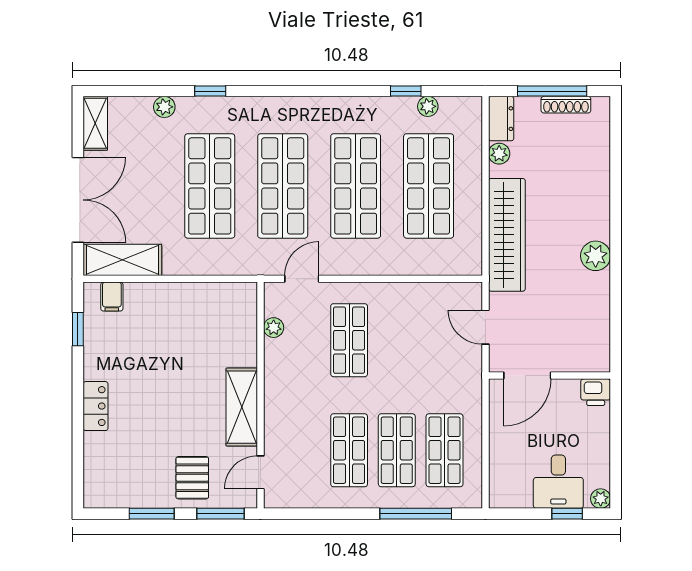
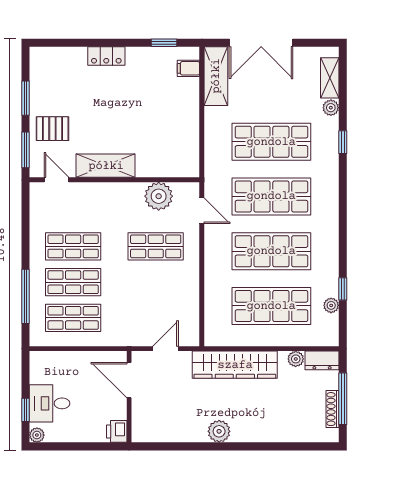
shelving: (95, 123) -> (330, 78), moved, turned 90
plant: (274, 328) -> (159, 196), width x1.87, depth x1.87

